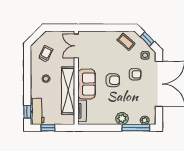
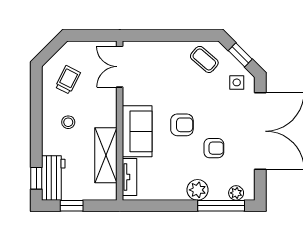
armchair: (135, 74) -> (214, 148), moved
shelving: (68, 91) -> (106, 155), width x0.68

